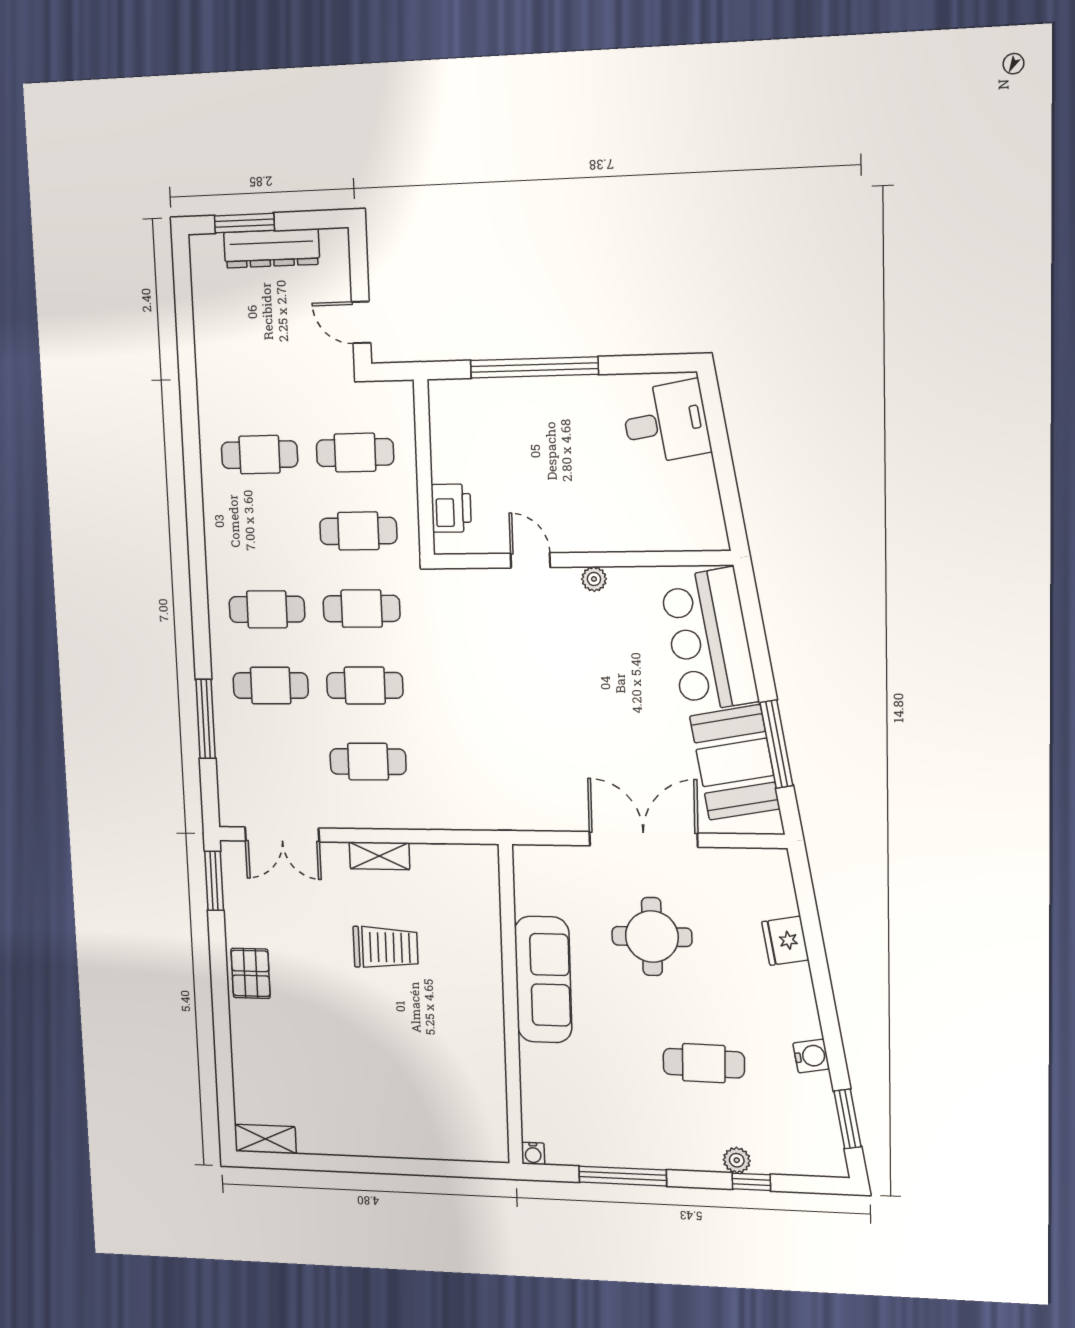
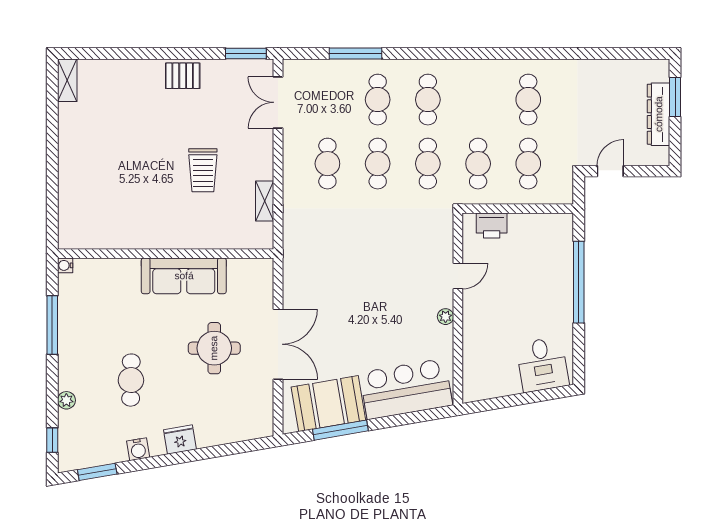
shelving: (379, 856) -> (265, 201), moved
fridge: (785, 941) -> (180, 439), moved
window: (751, 1182) -> (52, 440), moved

